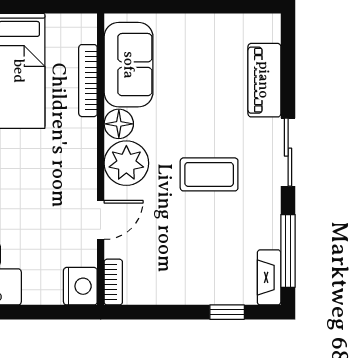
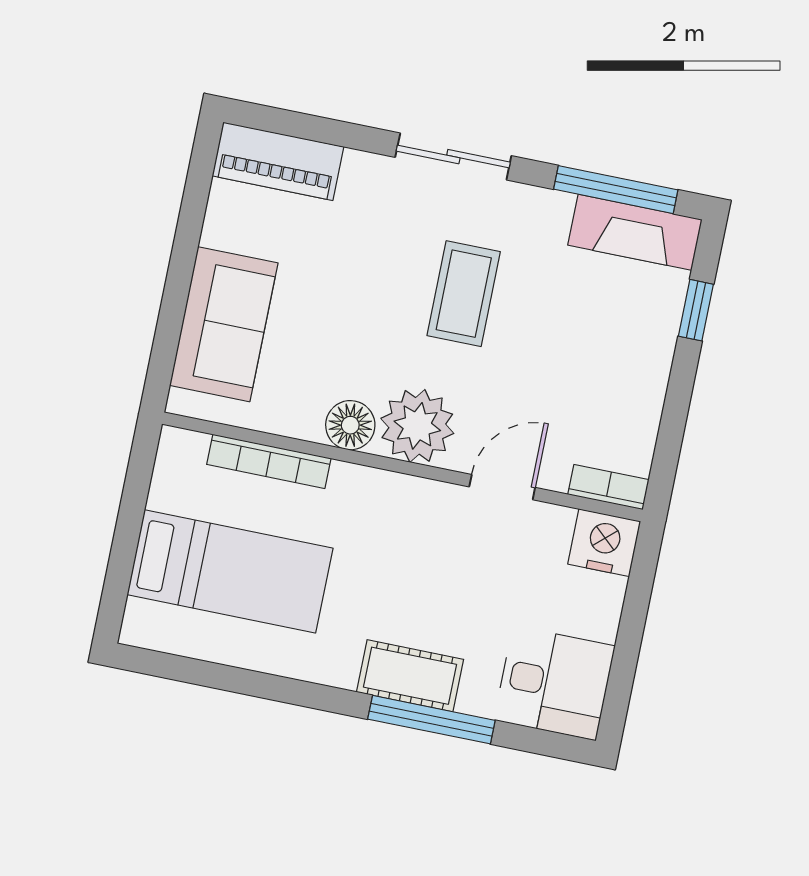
sofa: (129, 65) -> (224, 324), moved, turned 90
piano: (264, 80) -> (278, 161), moved
door: (101, 220) -> (502, 487), hinge flipped
fireplace: (269, 277) -> (635, 232), width x1.37, depth x1.32

